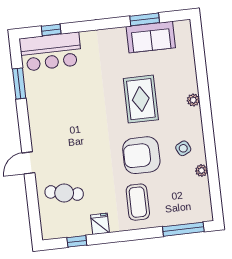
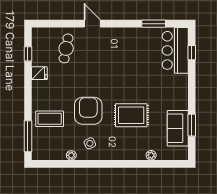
plant: (193, 100) -> (151, 155), moved
coffee table: (138, 202) -> (50, 119), moved

